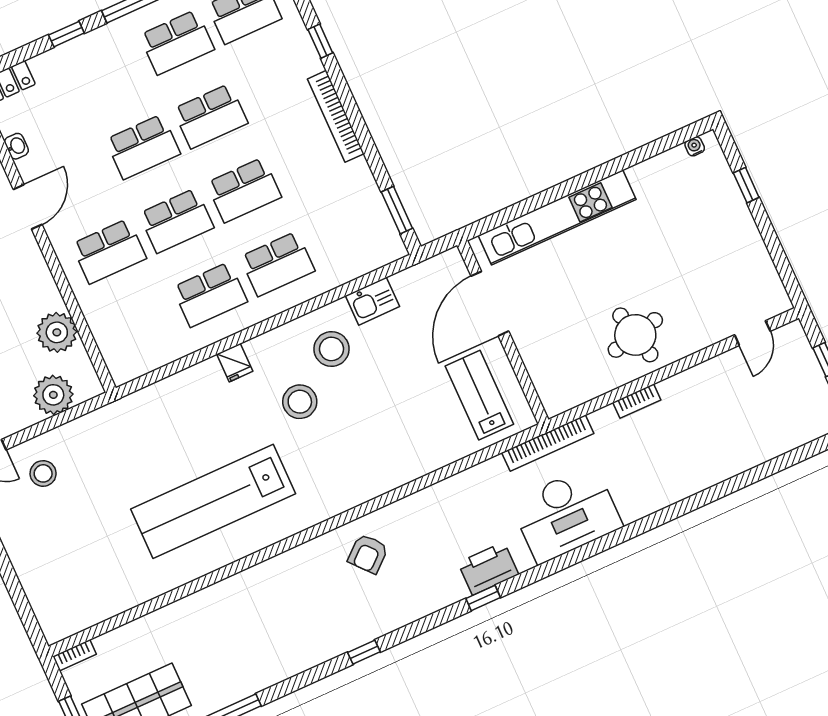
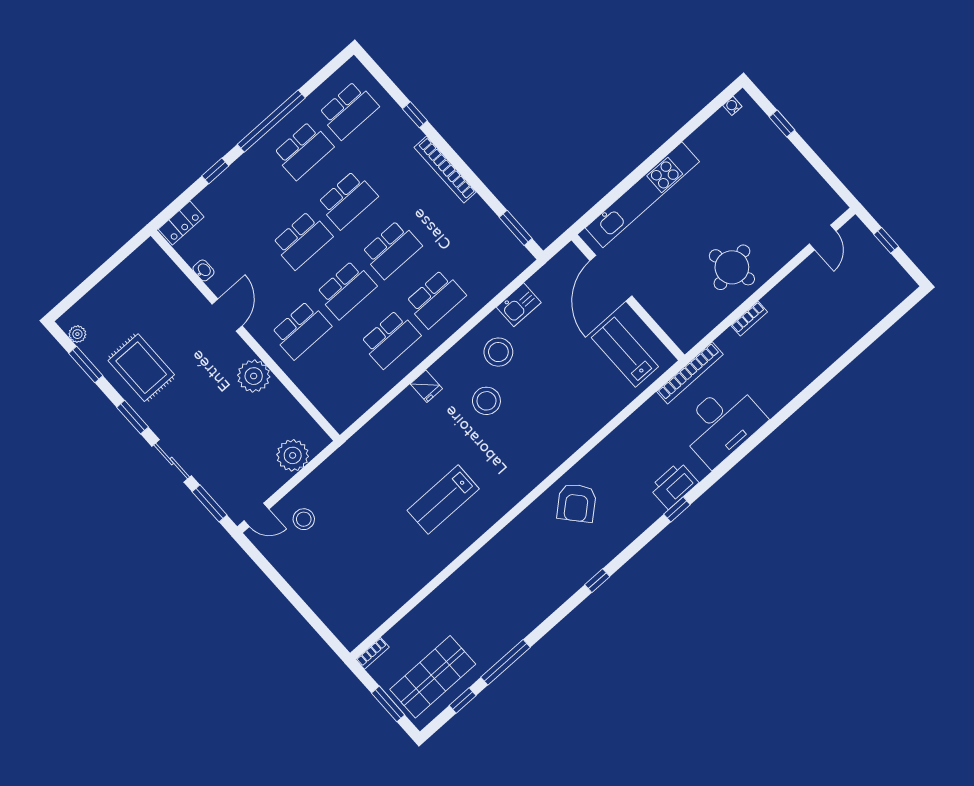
plant: (57, 332) -> (254, 376), moved
lab bench: (213, 501) -> (443, 500), width x0.54, depth x0.72
armchair: (368, 554) -> (577, 503), width x1.38, depth x1.38

